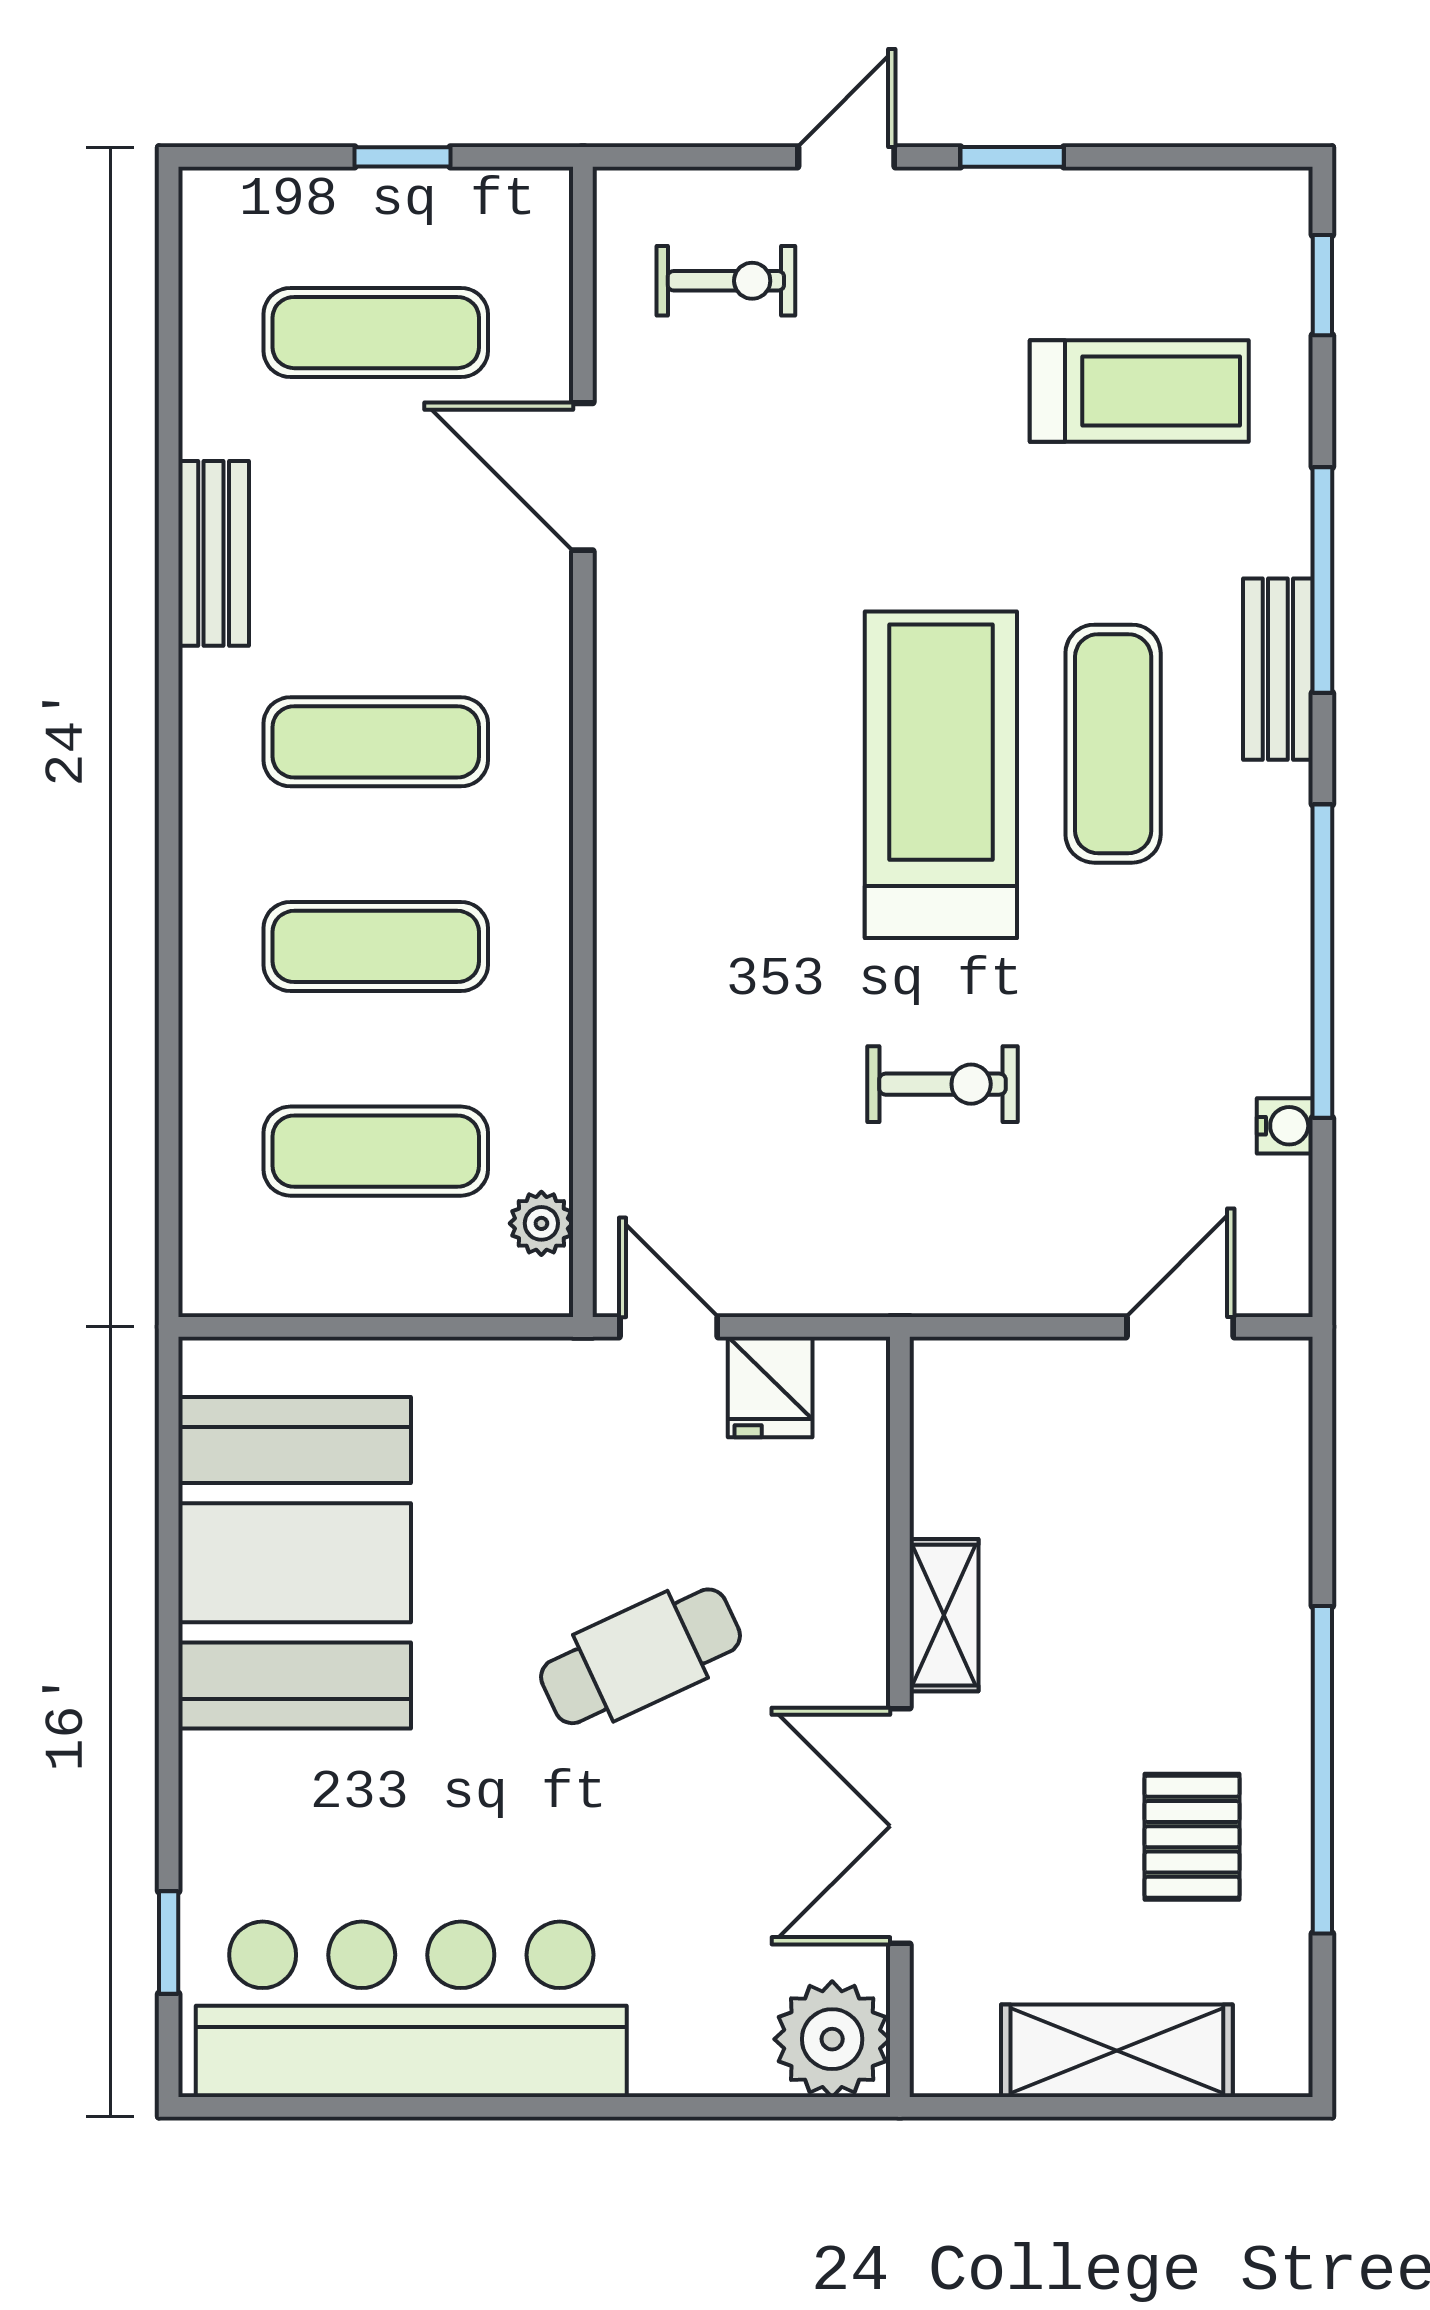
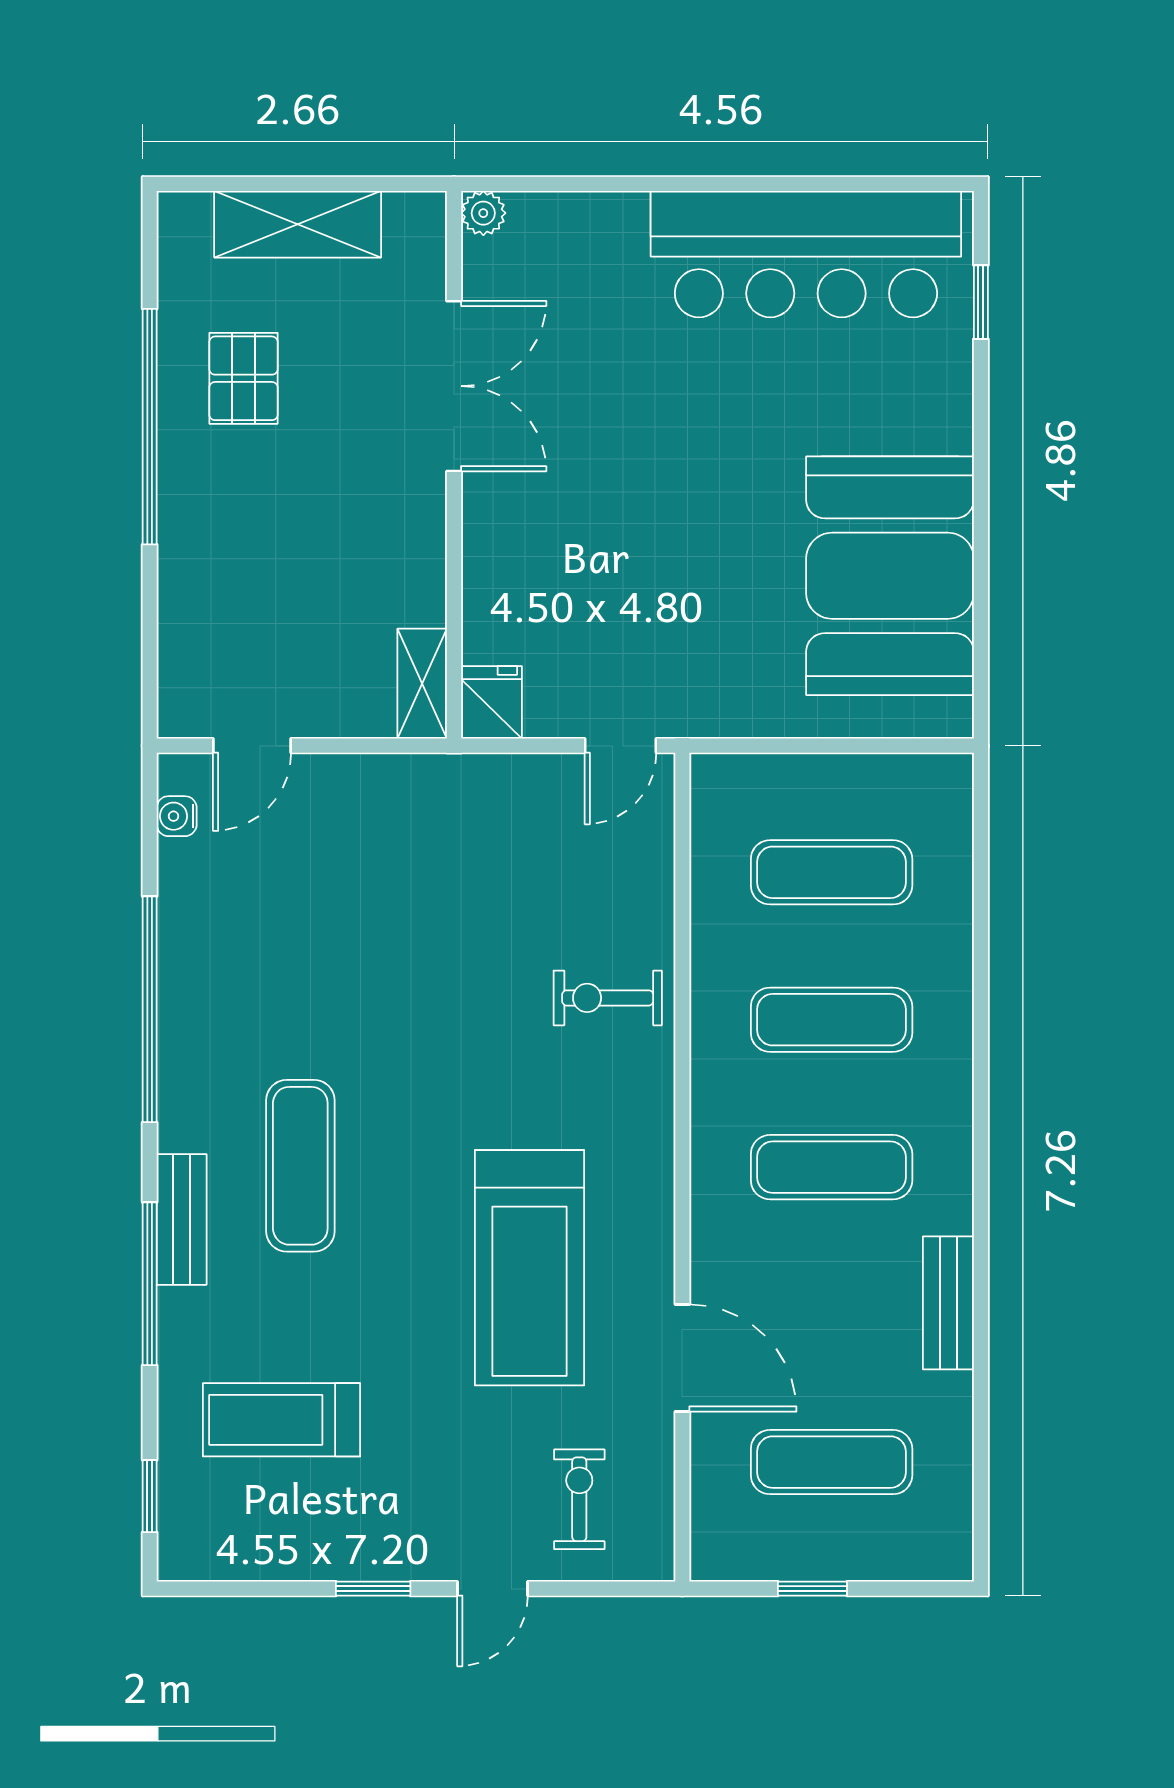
exercise bike: (726, 281) -> (579, 1499), turned 90
treadmill: (941, 775) -> (529, 1268), moved
exercise bike: (942, 1084) -> (608, 998), moved
water cooler: (1285, 1126) -> (177, 816), moved
plant: (541, 1223) -> (712, 820), removed
door: (669, 1327) -> (621, 746), hinge flipped
fridge: (770, 1387) -> (491, 702), moved
shelving: (944, 1615) -> (422, 684), moved
cafe table: (640, 1656) -> (641, 508), removed
plant: (832, 2039) -> (483, 213), width x0.53, depth x0.53

